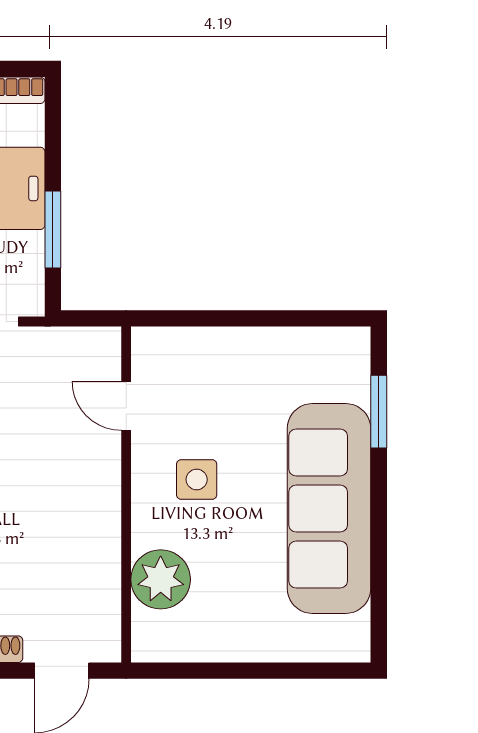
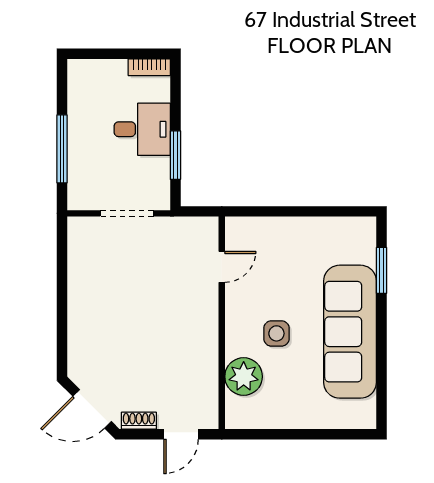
door: (126, 406) -> (222, 267), swing flipped
side table: (197, 480) -> (276, 333), moved

